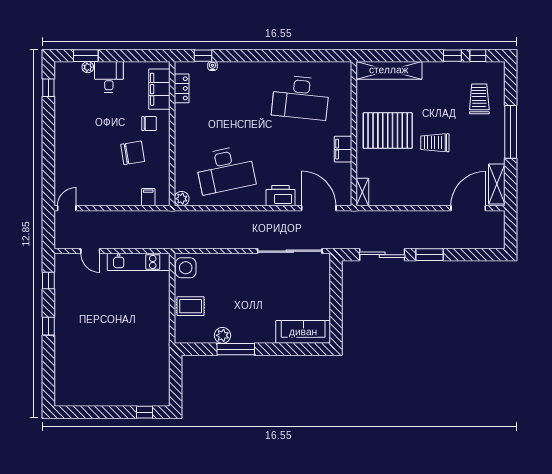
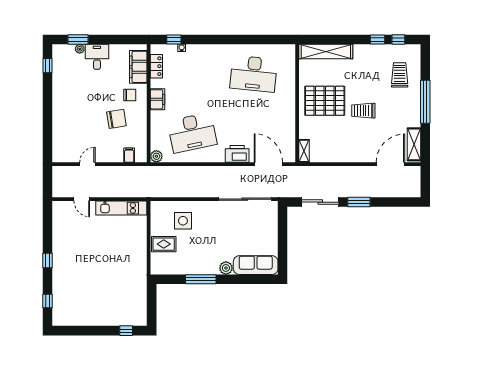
filing cabinet: (343, 149) -> (157, 99), moved, turned 180
door: (67, 208) -> (87, 164), moved
side table: (186, 268) -> (183, 221), moved
window: (48, 281) -> (48, 301), moved
plant: (222, 335) -> (226, 268), moved

